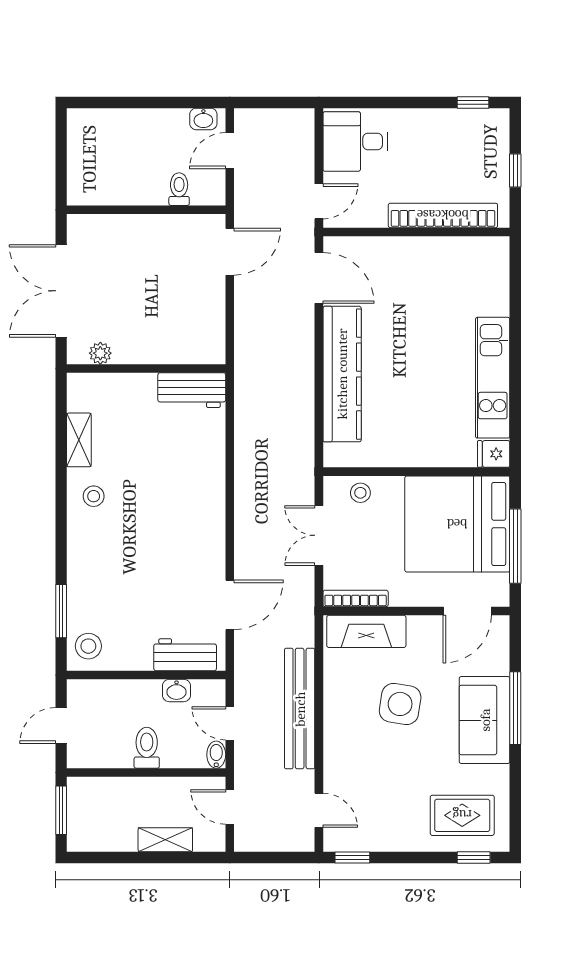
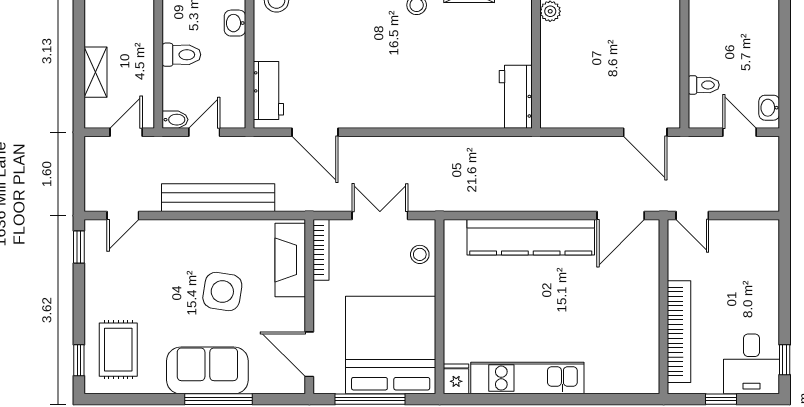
desk: (355, 141) -> (752, 364), moved, turned 180
washbasin: (177, 690) -> (235, 23), moved

